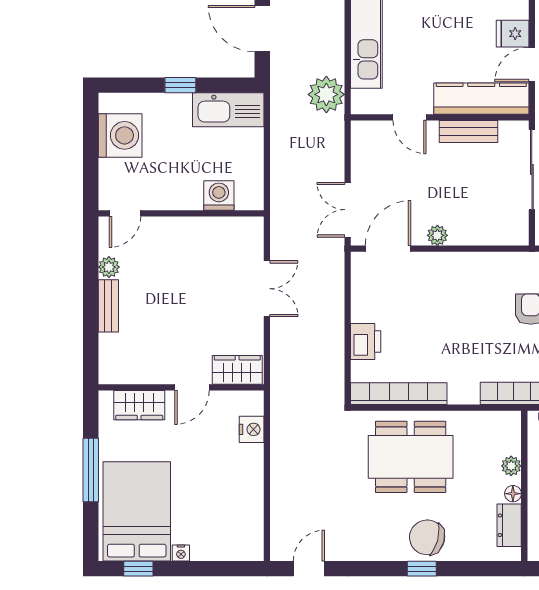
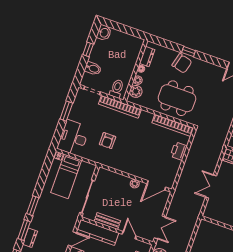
washing machine: (219, 195) -> (217, 231), removed
double door: (348, 210) -> (160, 227), moved
plant: (507, 440) -> (136, 91), added

